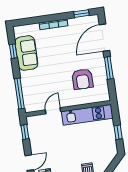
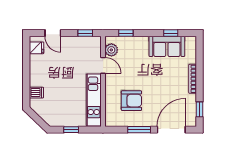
door: (104, 38) -> (171, 130), hinge flipped
armchair: (82, 79) -> (131, 101), turned 180
window: (19, 94) -> (126, 33), width x0.46
plant: (37, 105) -> (111, 50), added

